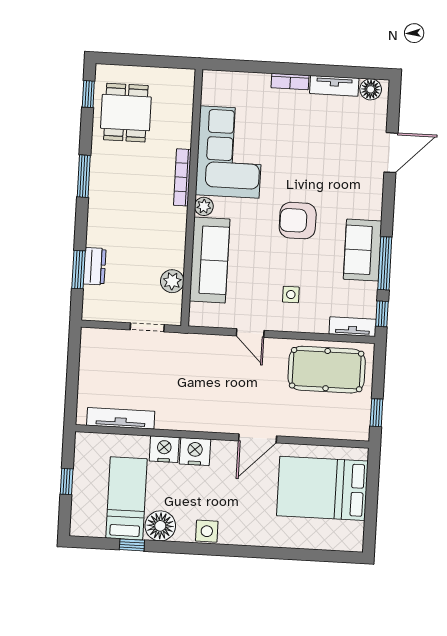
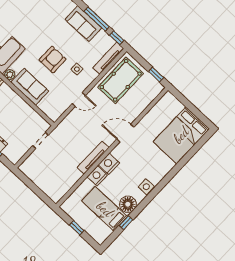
armchair: (298, 221) -> (53, 60), moved, turned 180
sofa: (210, 260) -> (30, 87), width x0.73
plant: (172, 281) -> (30, 114), removed
tv unit: (353, 327) -> (108, 58), width x1.41
tv unit: (121, 418) -> (93, 158), moved
door: (258, 438) -> (125, 133), swing flipped
bed: (322, 488) -> (181, 135), moved

